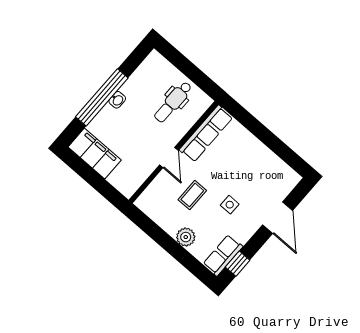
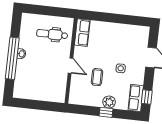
dental chair: (173, 102) -> (52, 34), turned 90
row of seats: (206, 134) -> (82, 33), width x0.68
filing cabinet: (95, 154) -> (29, 91), removed
window: (173, 247) -> (106, 112), added

